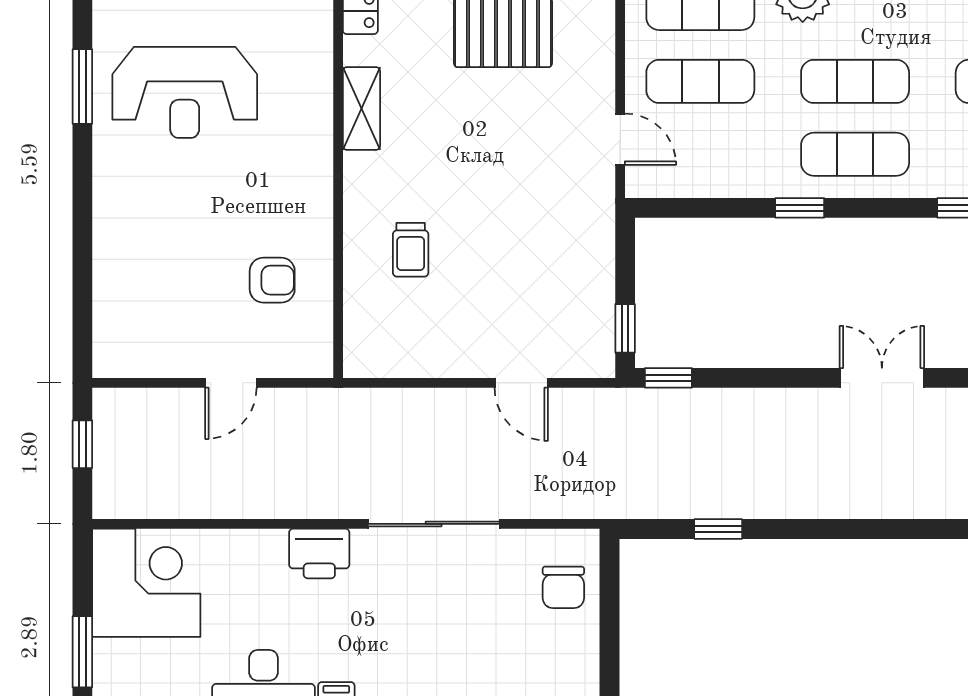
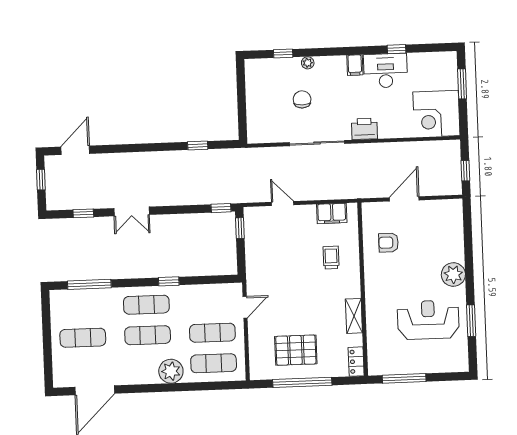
door: (620, 139) -> (245, 307), swing flipped
plant: (121, 198) -> (453, 275), added
filing cabinet: (405, 355) -> (332, 213), added
door: (231, 383) -> (404, 199), width x1.38
chair: (563, 587) -> (302, 99), moved

